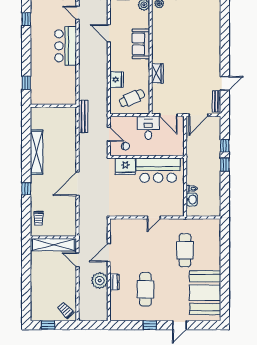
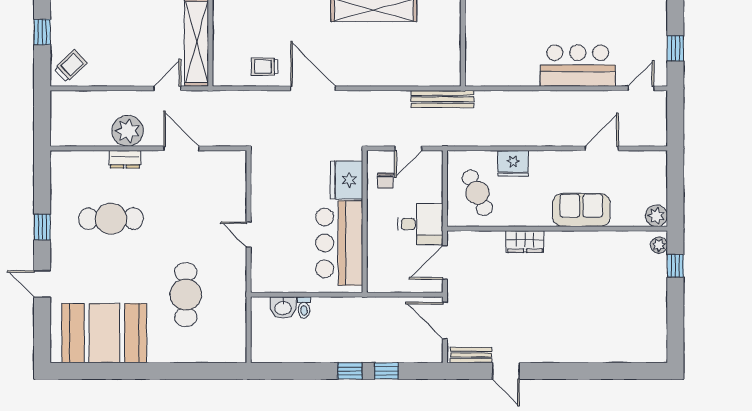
trolley: (39, 218) -> (265, 67), moved
cafe table: (185, 250) -> (186, 295), turned 90

